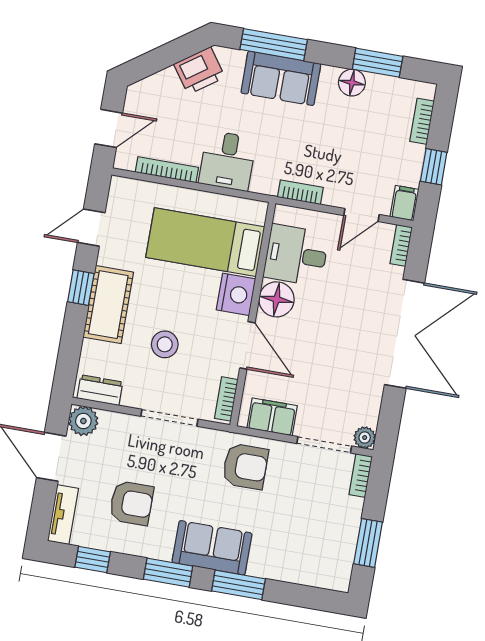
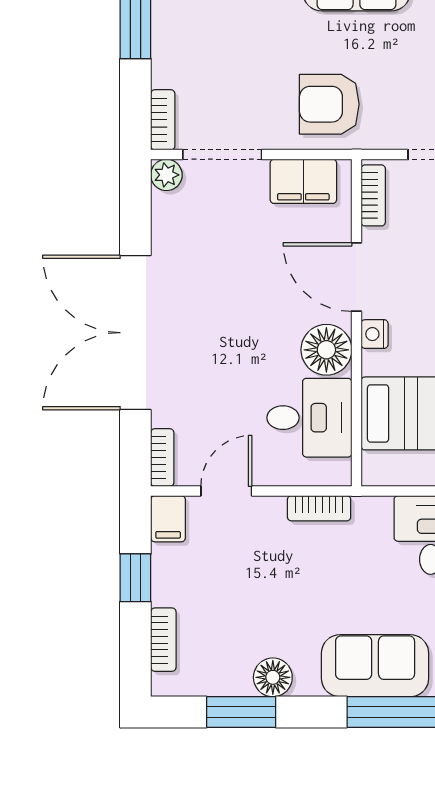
nightstand: (236, 294) -> (375, 334), width x0.53, depth x0.56

